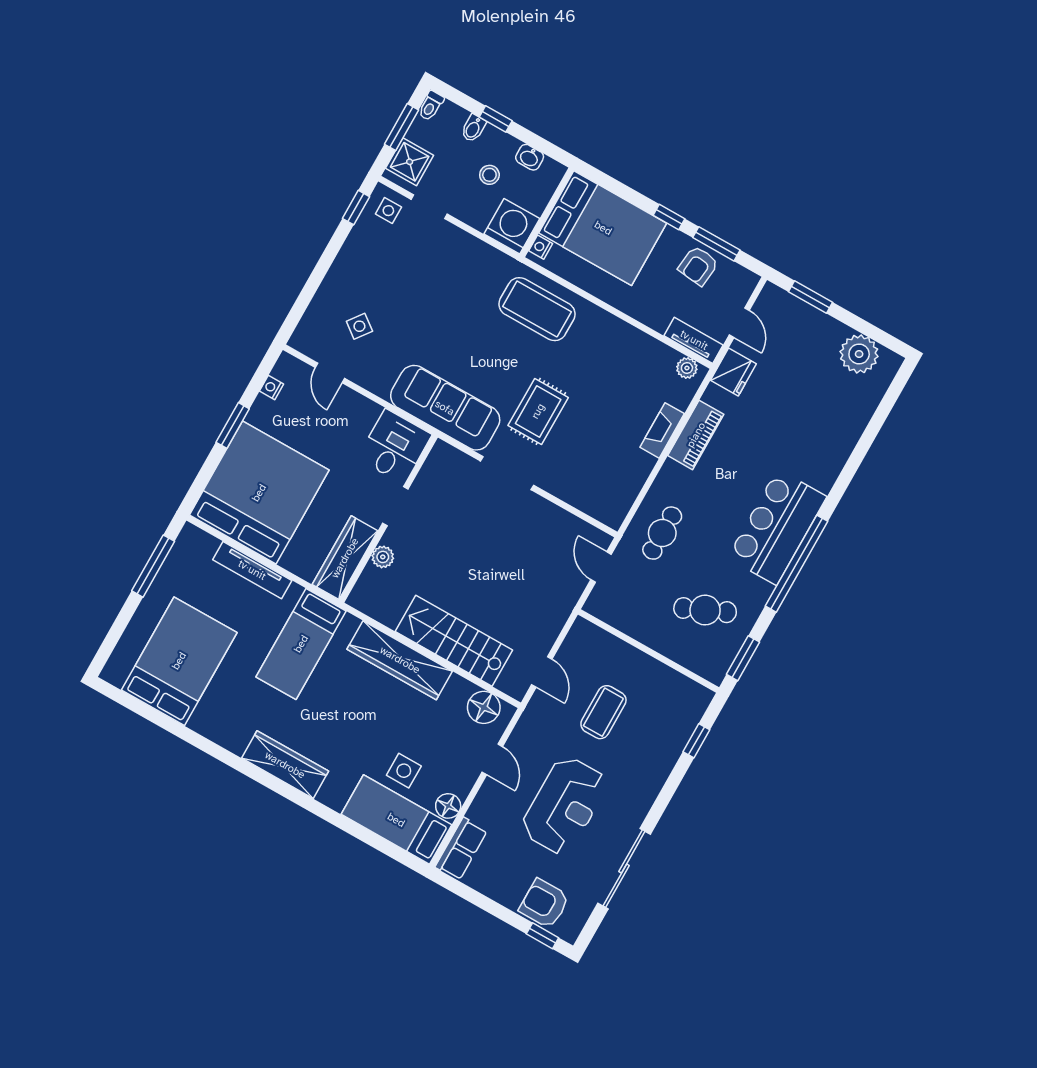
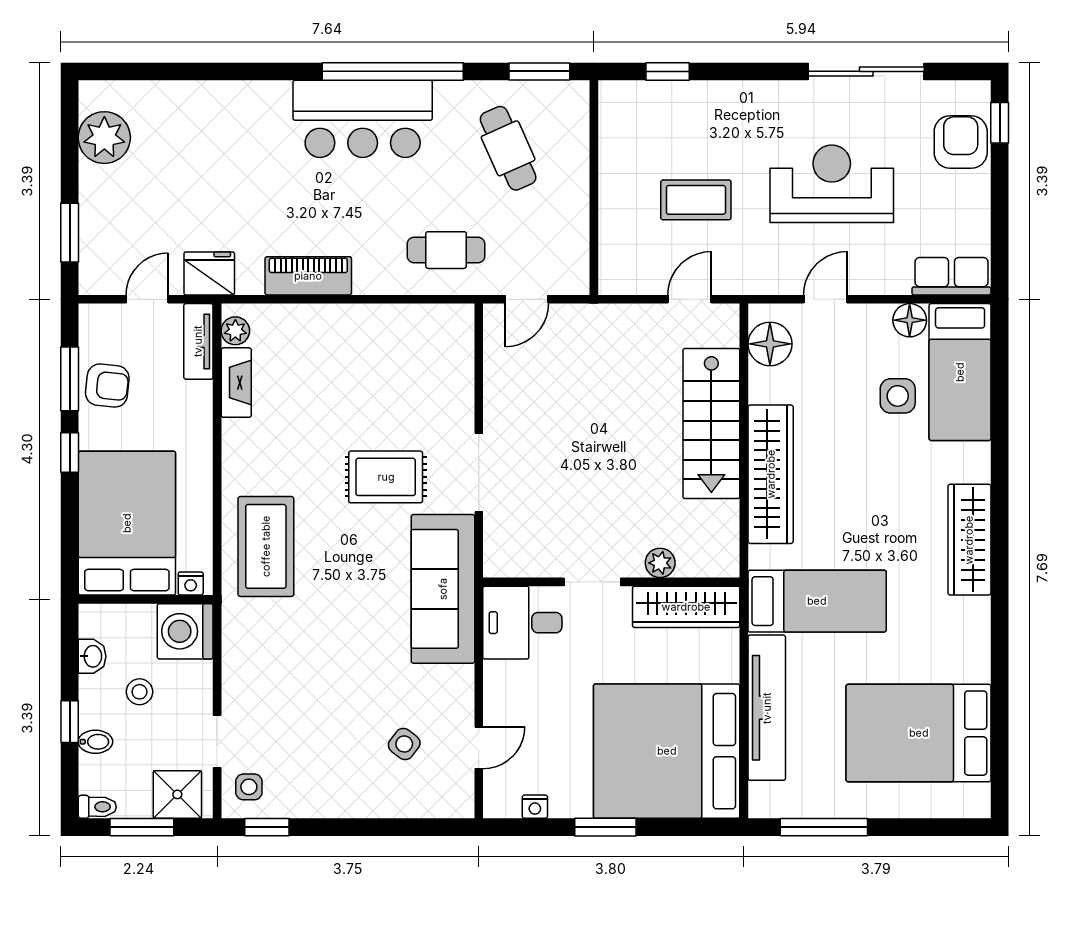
fireplace: (662, 430) -> (236, 383), moved, turned -90
tv unit: (252, 570) -> (767, 708), width x1.36, depth x1.29
armchair: (544, 904) -> (961, 142), turned 180

